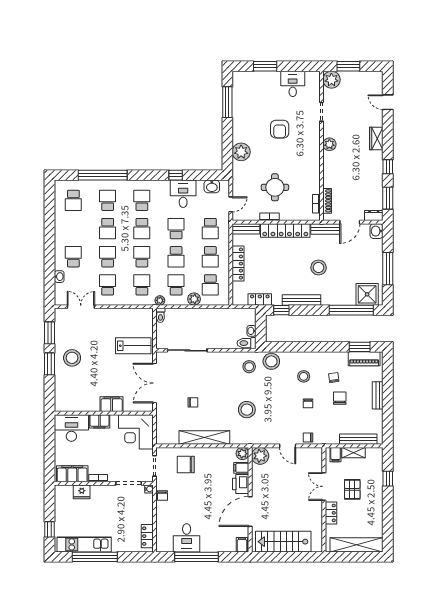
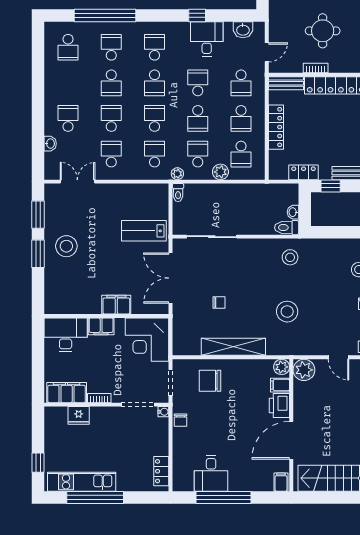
lab bench: (133, 346) -> (144, 231), turned 180
stool: (271, 361) -> (318, 251), removed

